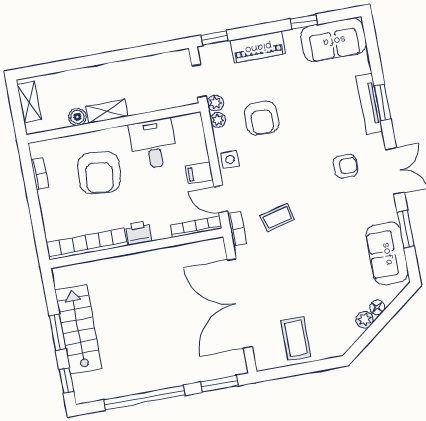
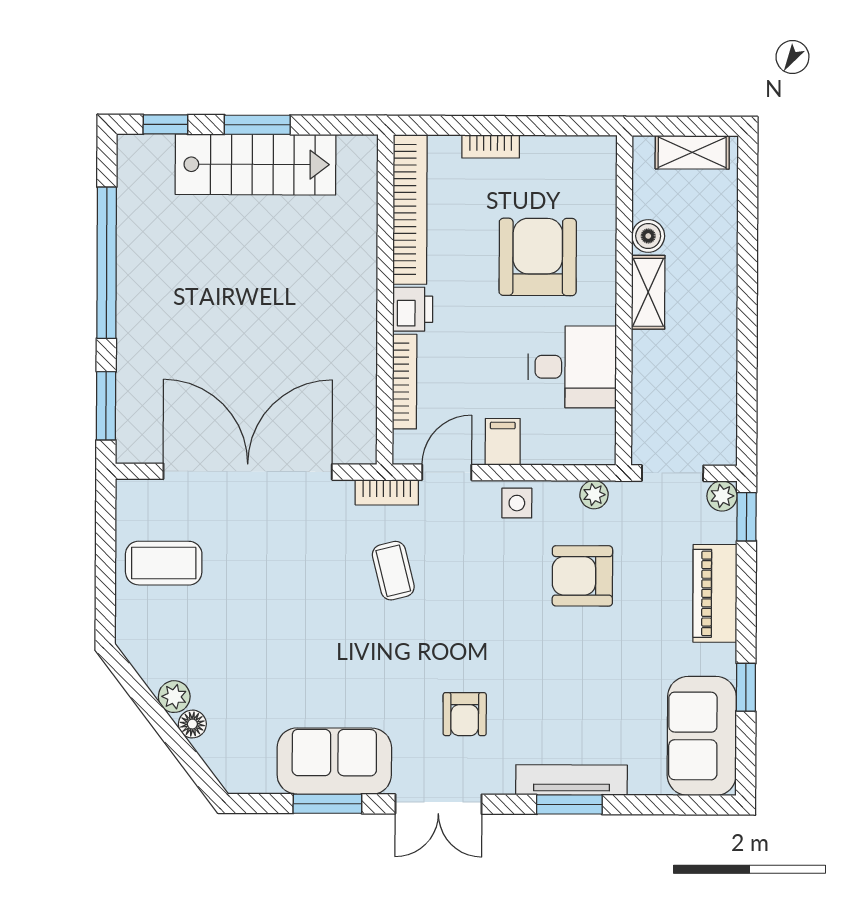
plant: (215, 103) -> (722, 496), moved
armchair: (99, 173) -> (538, 257), turned 84
bookcase: (40, 174) -> (491, 146), moved
bookcase: (196, 227) -> (405, 382), moved
sofa: (387, 254) -> (334, 761), moved

